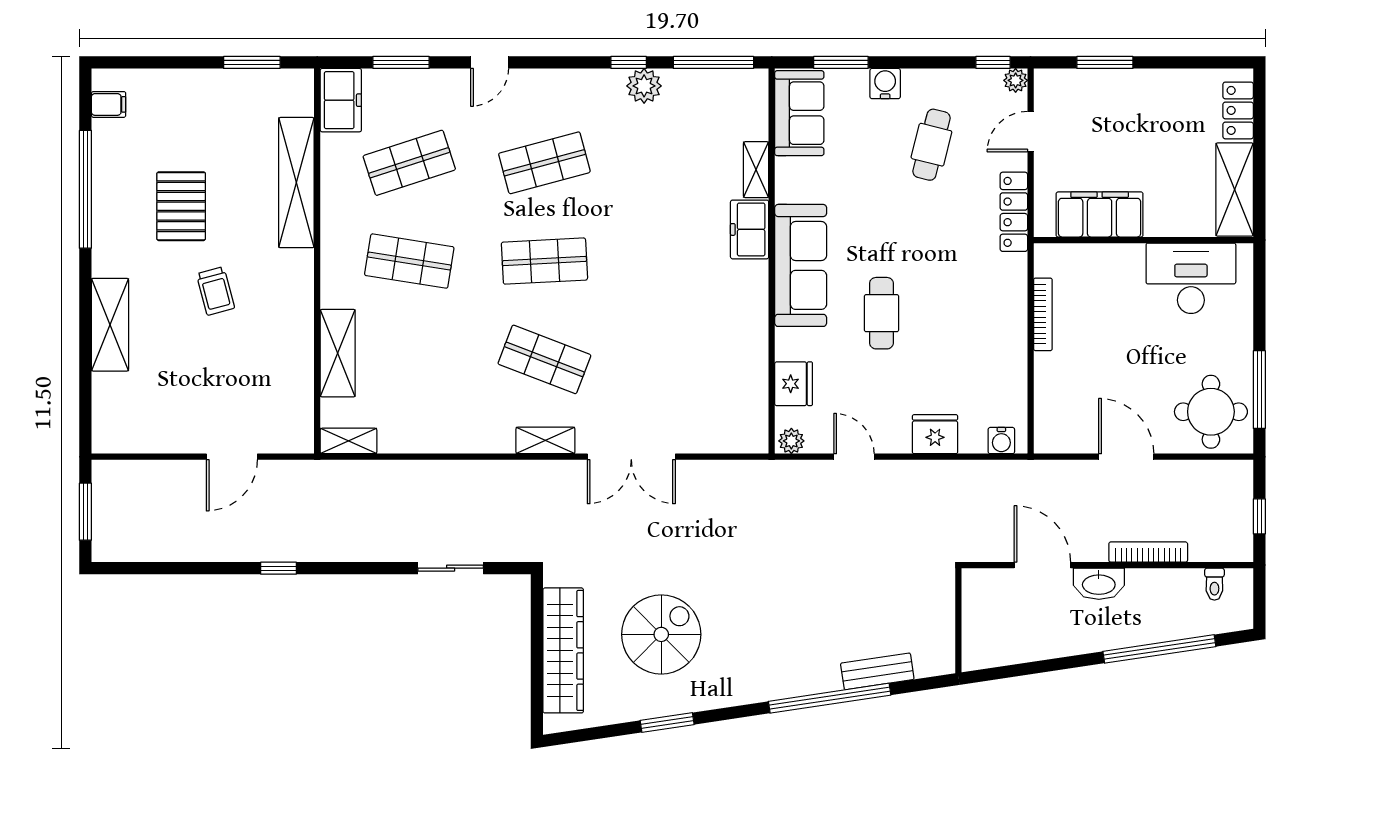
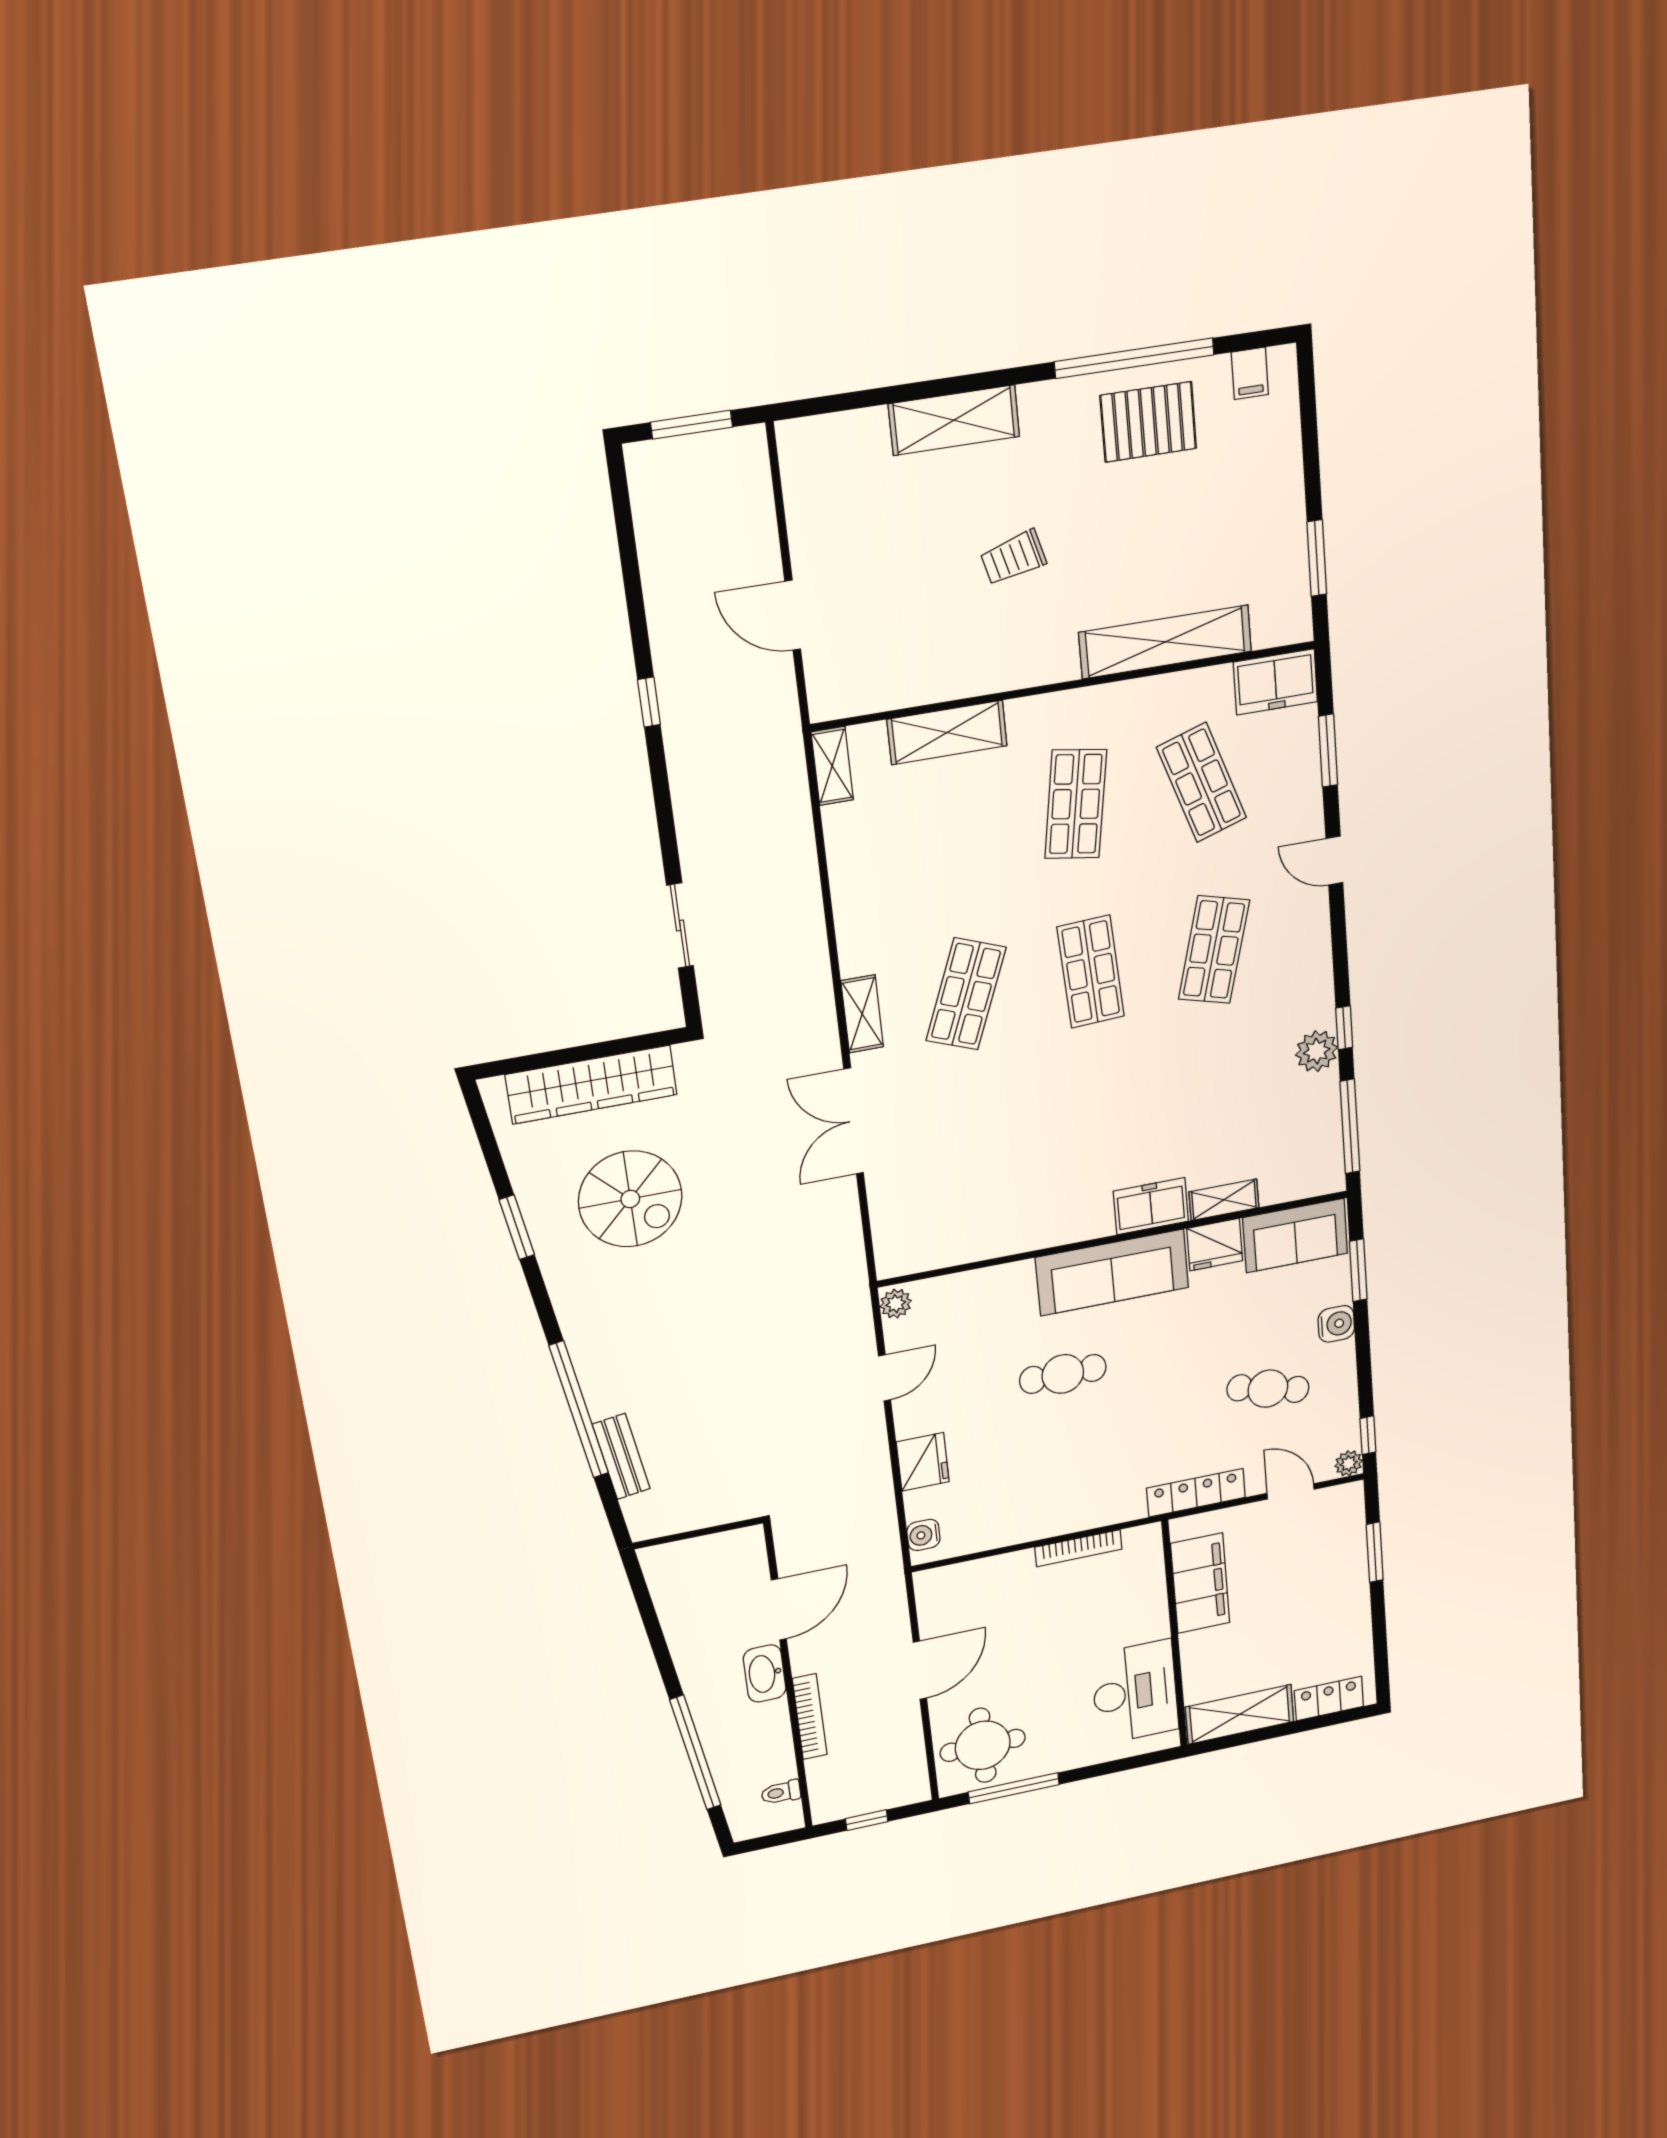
shop shelf: (544, 163) -> (1214, 950), turned 30
pallet: (181, 206) -> (1148, 422), moved
fridge: (794, 384) -> (1215, 1245), moved

